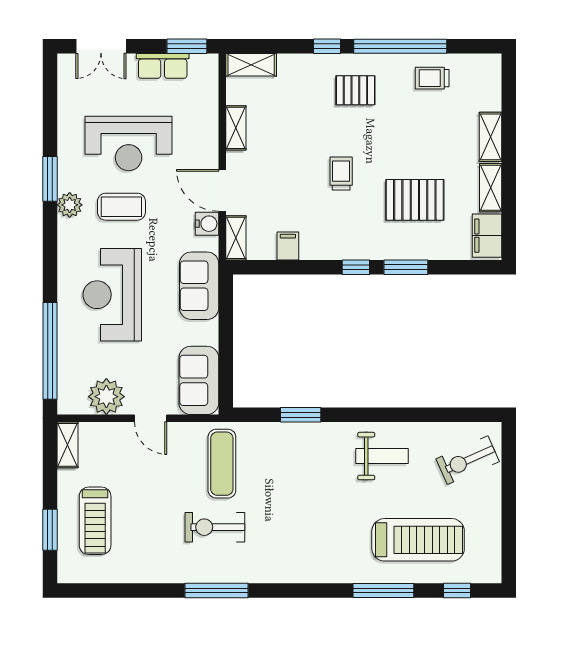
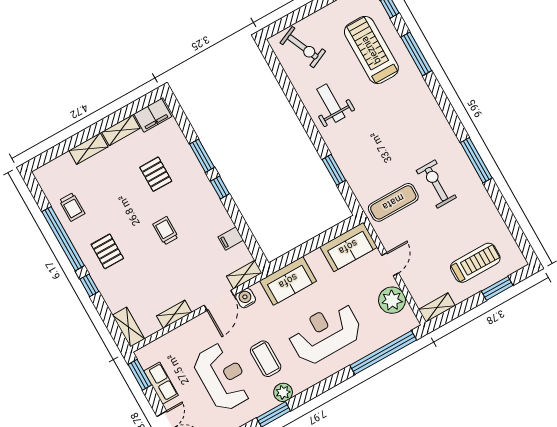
trolley: (341, 173) -> (165, 231), turned 90
pallet: (415, 200) -> (156, 174), width x0.67, depth x0.71
reception desk: (112, 295) -> (325, 333), turned 180
exercise bike: (215, 527) -> (436, 184), turned 180

